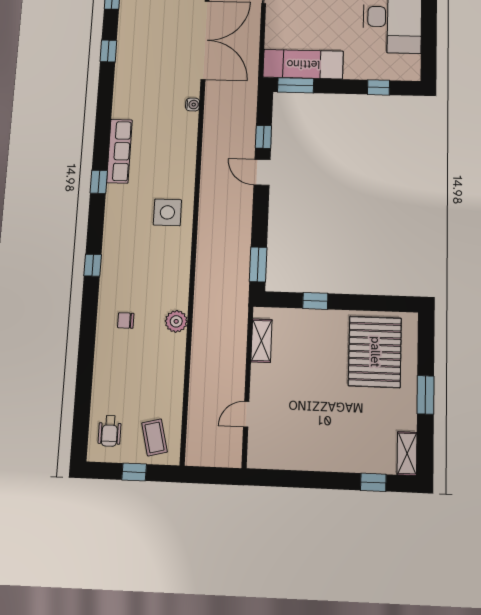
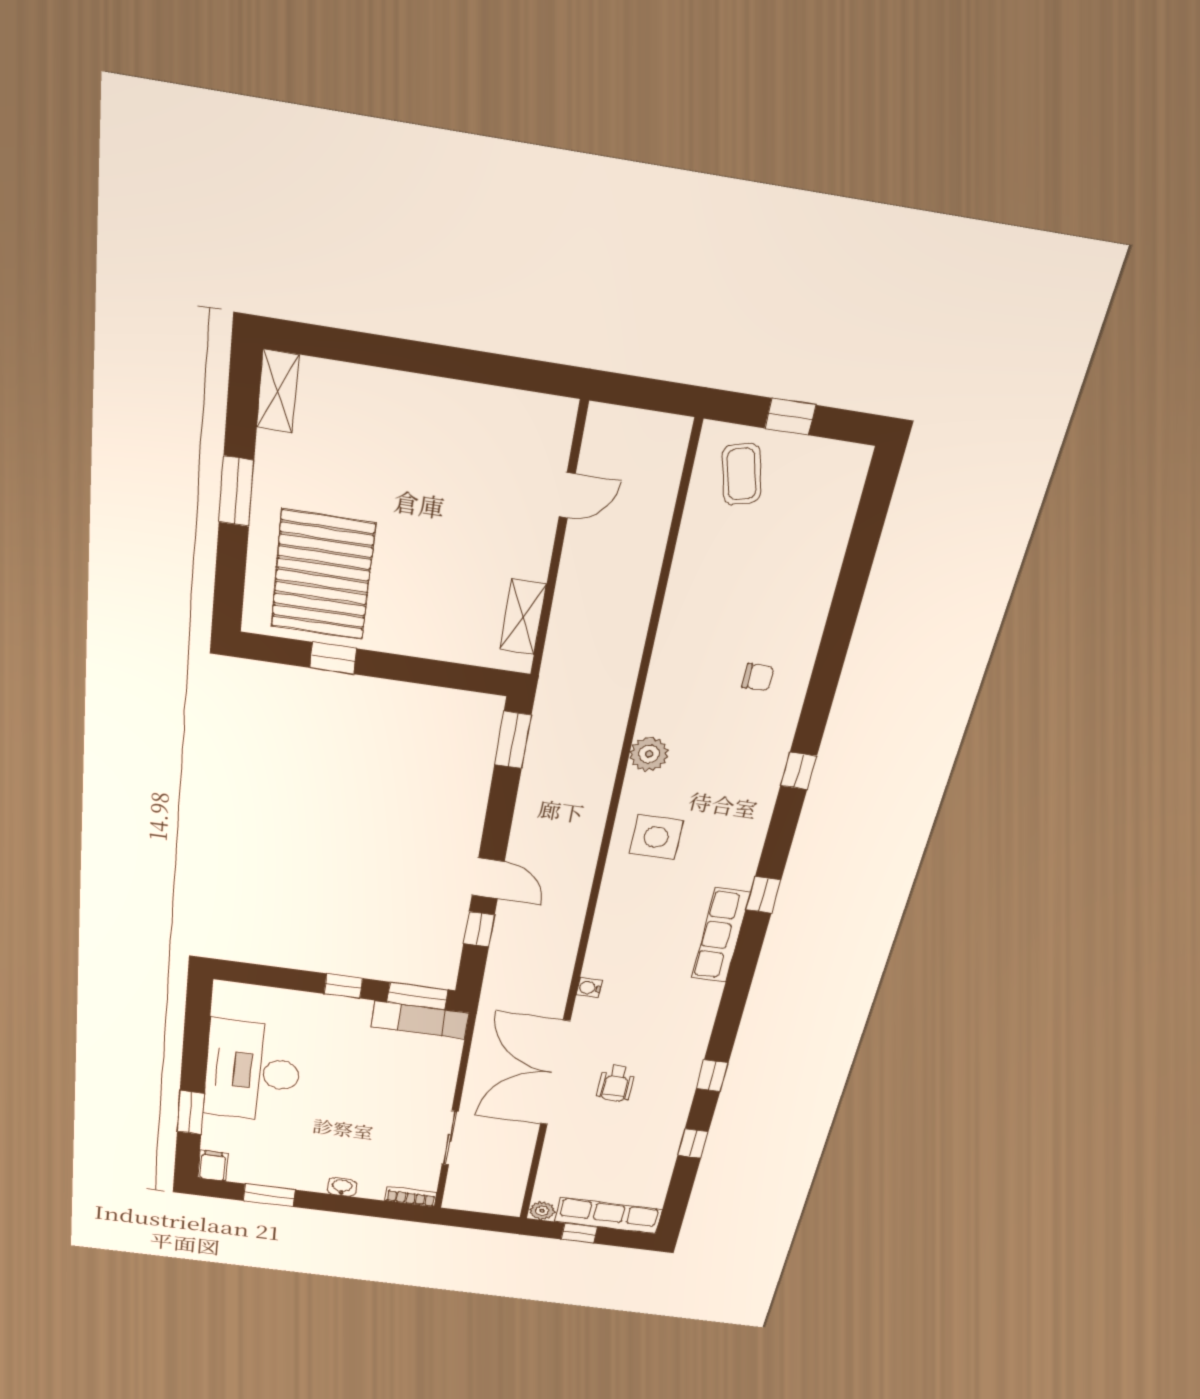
exam couch: (303, 64) -> (420, 1020), width x0.73, depth x0.69
window: (379, 87) -> (343, 986), moved
window: (315, 301) -> (333, 658), moved
plant: (176, 321) -> (649, 754), moved
wheelchair: (110, 431) -> (616, 1083), moved, turned 180
window: (373, 482) -> (345, 346), removed

